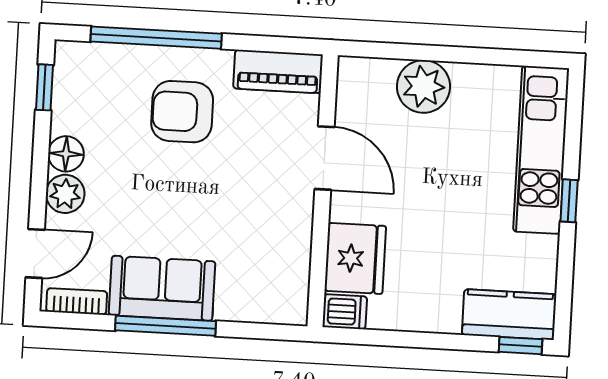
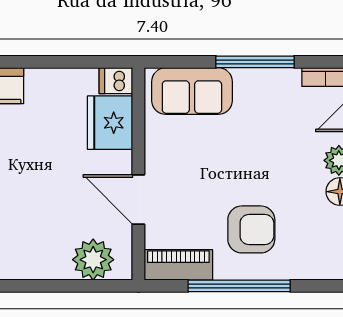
window: (156, 38) -> (239, 286), moved
plant: (423, 86) -> (93, 260), moved
sofa: (162, 288) -> (192, 91), moved

